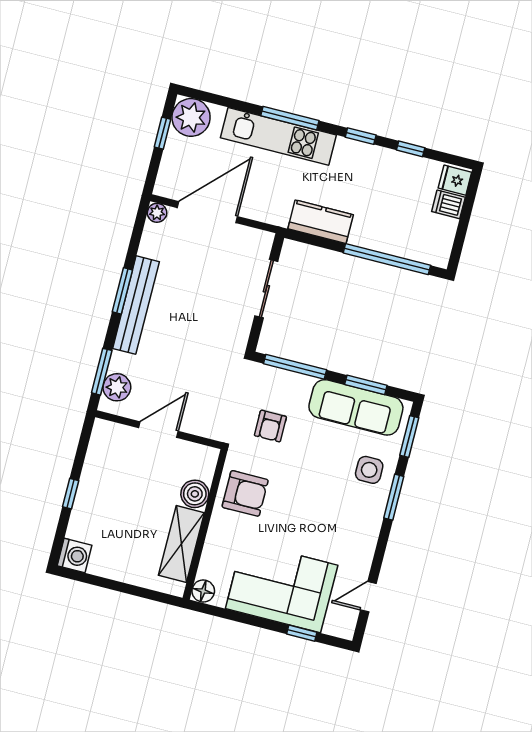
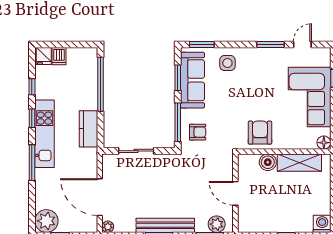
kitchen unit: (278, 136) -> (44, 134), moved
armchair: (270, 426) -> (198, 132), moved
window: (394, 497) -> (270, 44), moved
door: (368, 597) -> (302, 44), swing flipped

